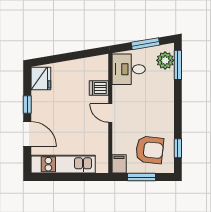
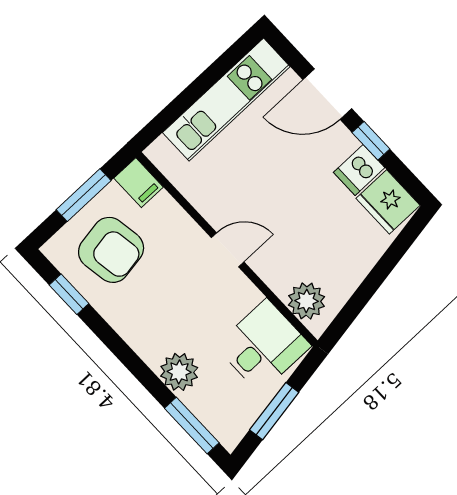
plant: (165, 60) -> (179, 372), moved
plant: (100, 71) -> (306, 301), added
dishwasher: (99, 88) -> (359, 170), moved, turned 180
armchair: (150, 150) -> (111, 250), turned -105

